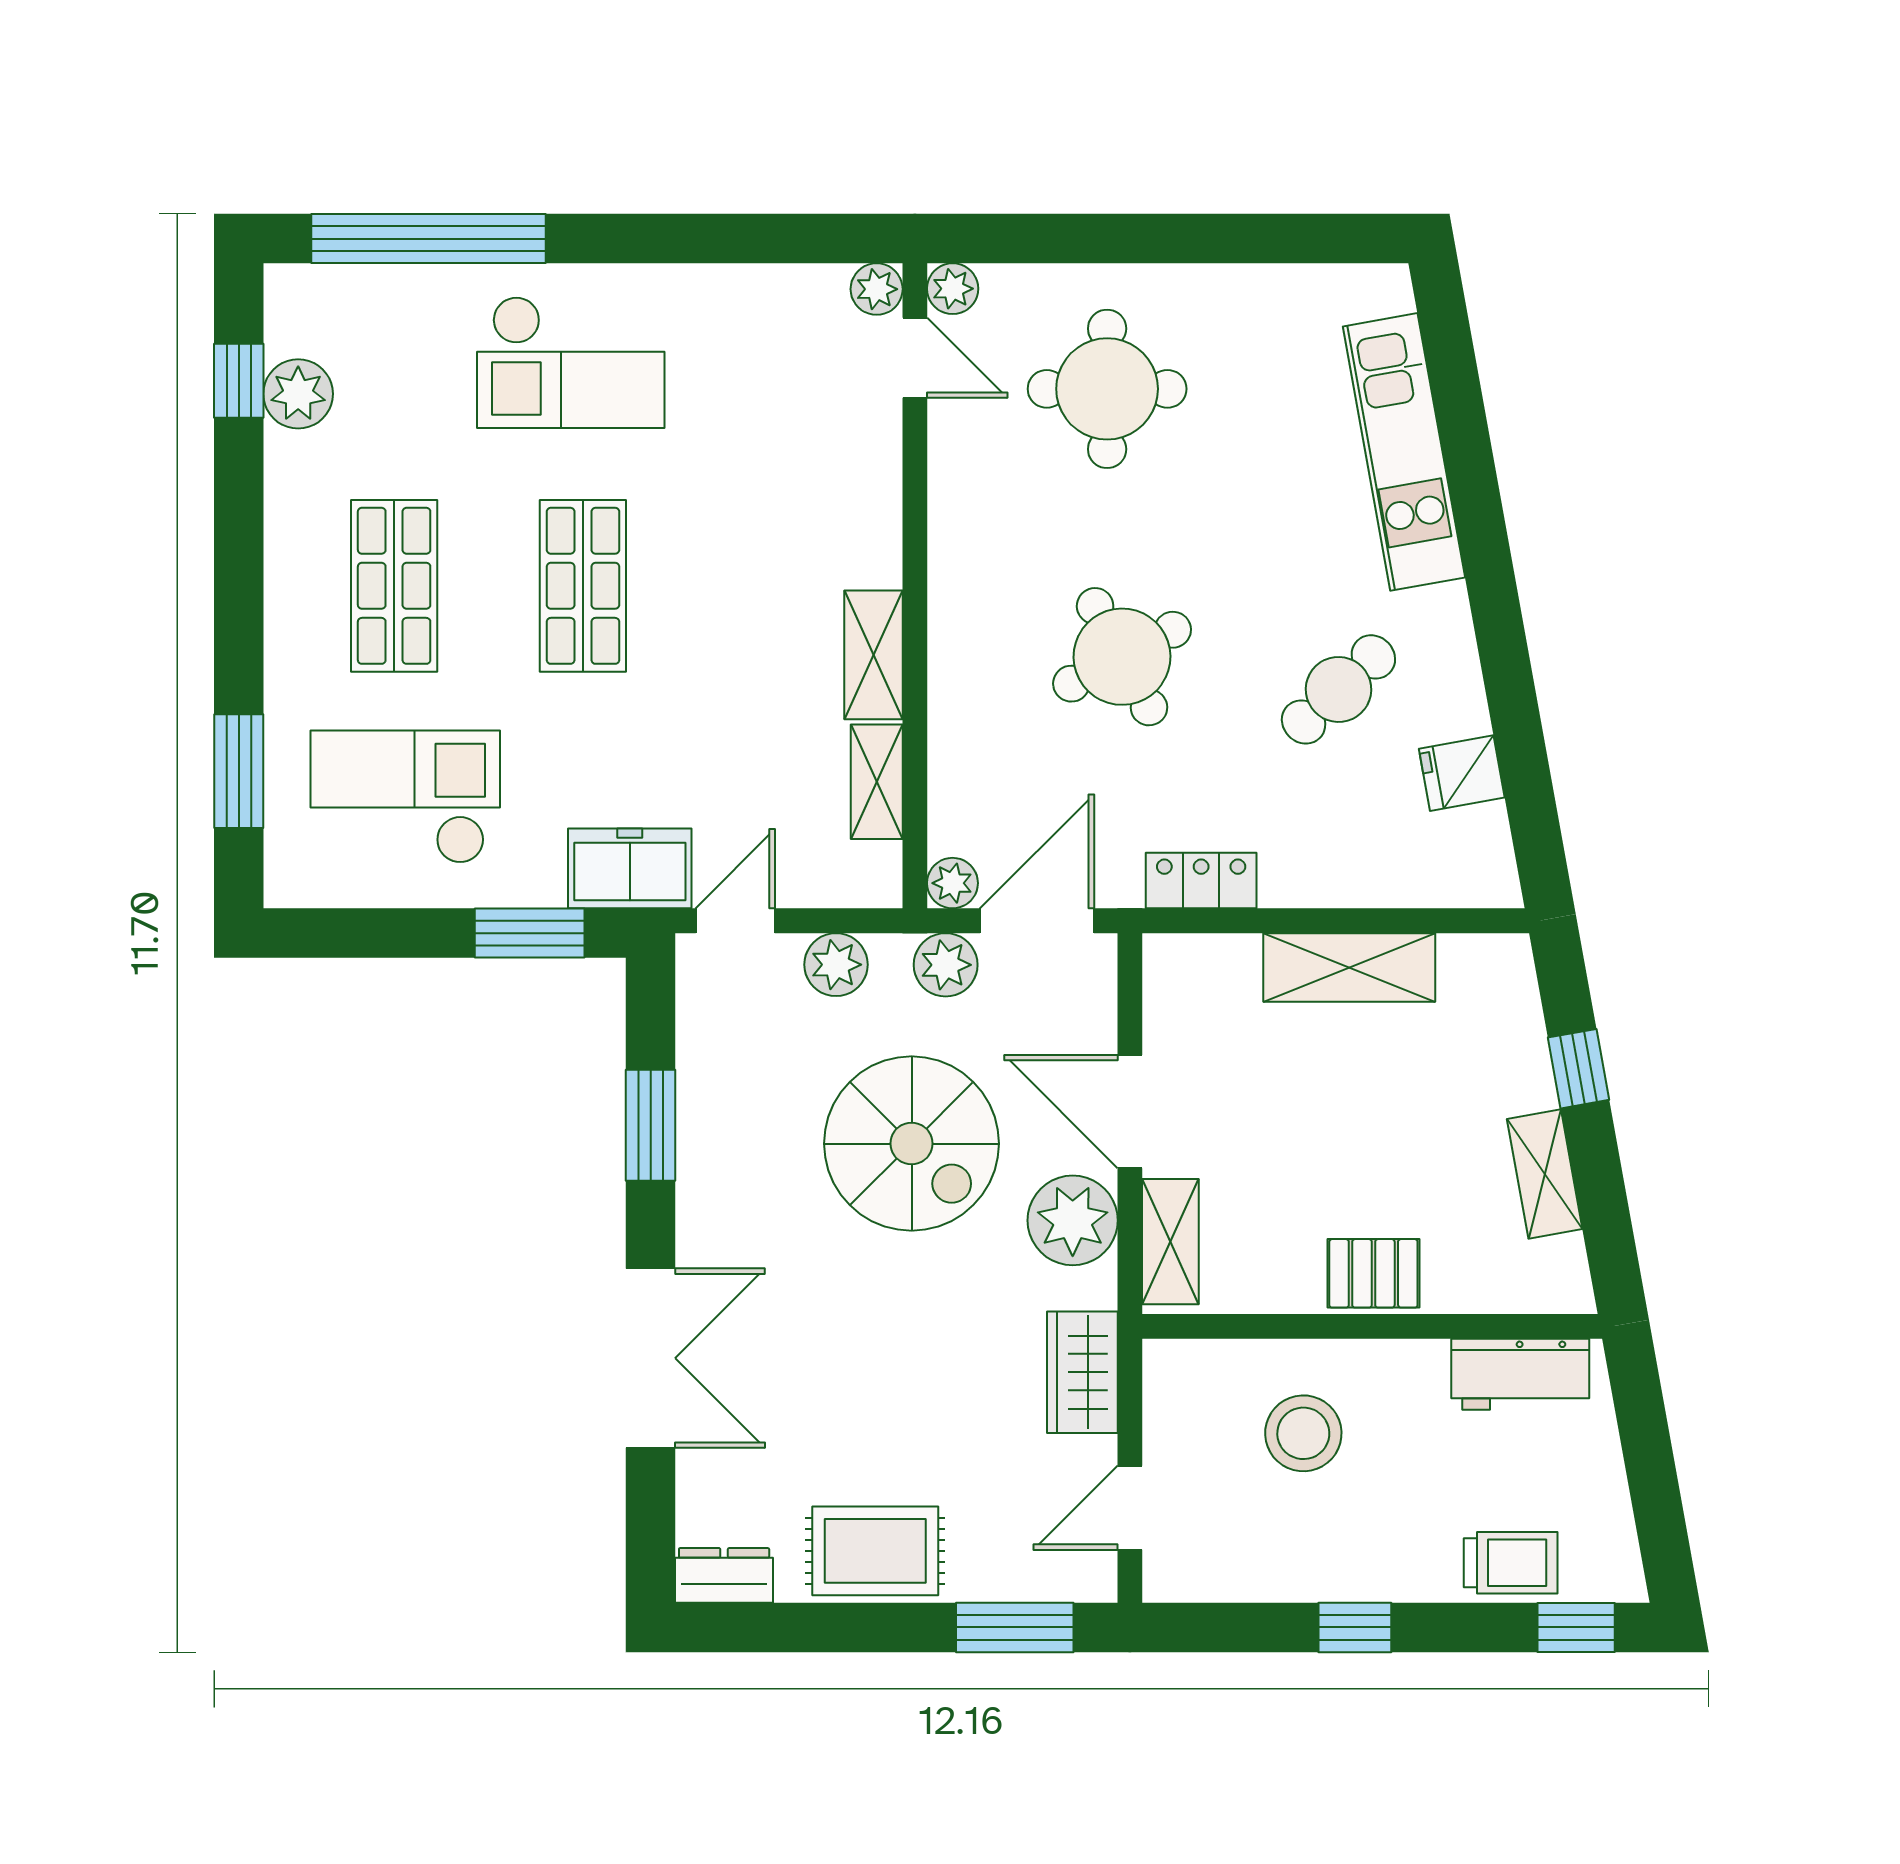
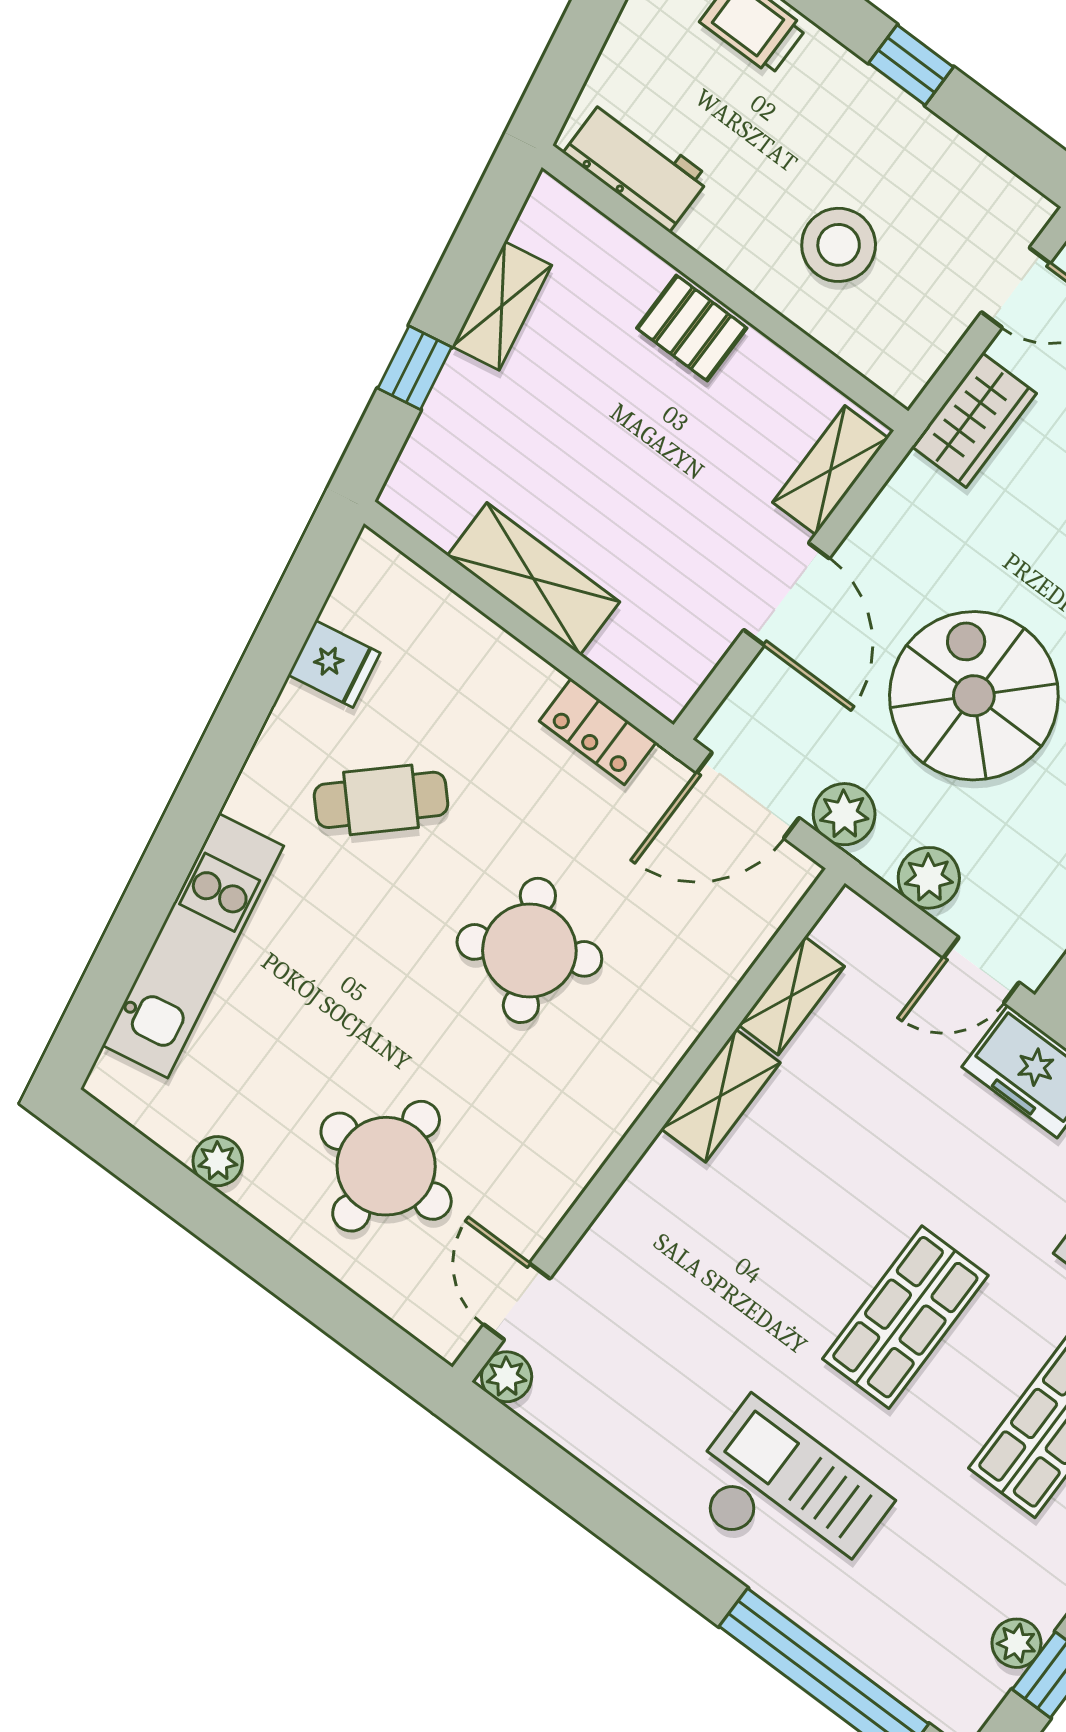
plant: (953, 289) -> (218, 1161), moved
plant: (298, 394) -> (1016, 1643), width x0.73, depth x0.73
plant: (952, 883) -> (792, 873), removed
plant: (1073, 1220) -> (894, 543), removed

